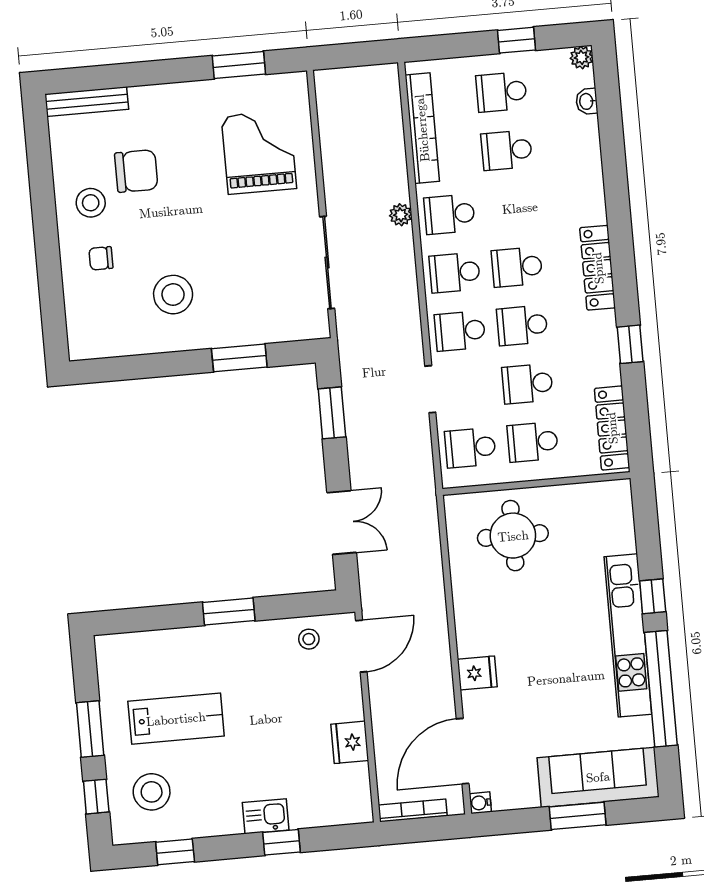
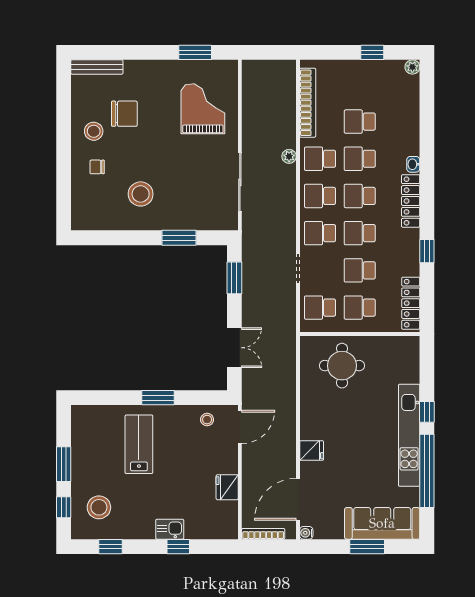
school desk: (501, 92) -> (360, 159), moved
washbasin: (587, 101) -> (413, 164), moved
lab bench: (176, 719) -> (139, 444), moved, turned -90

